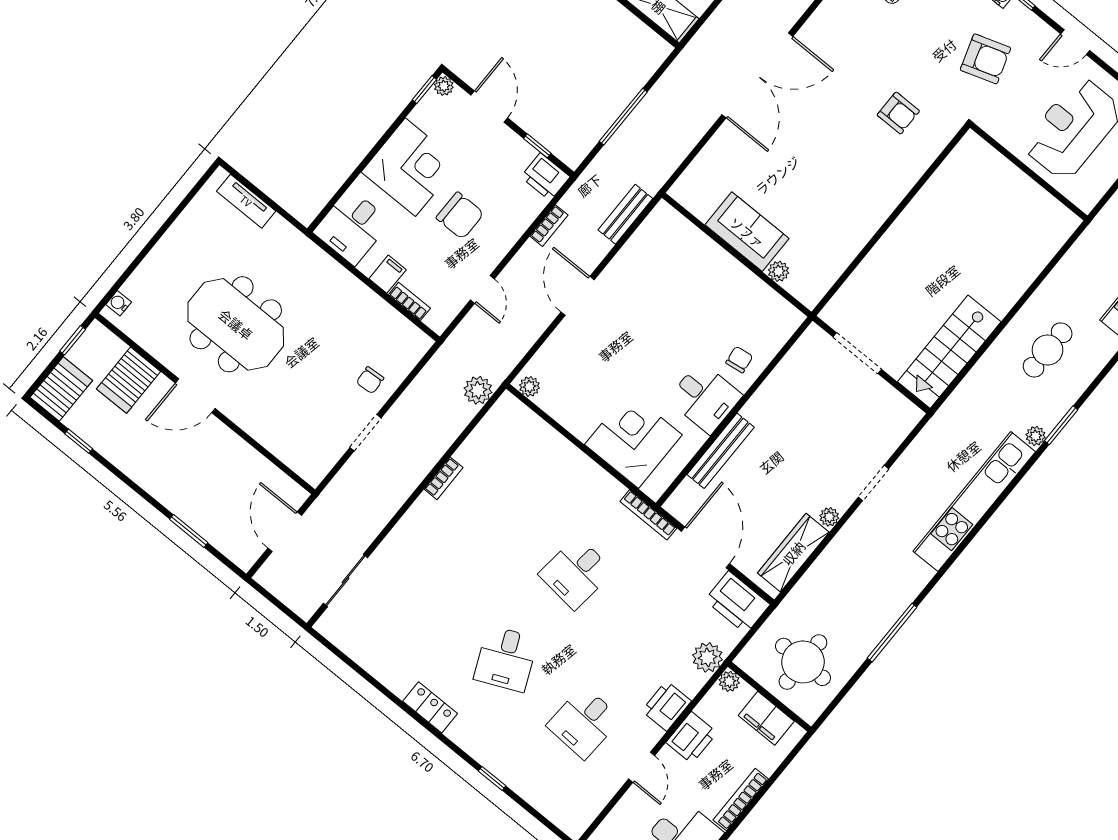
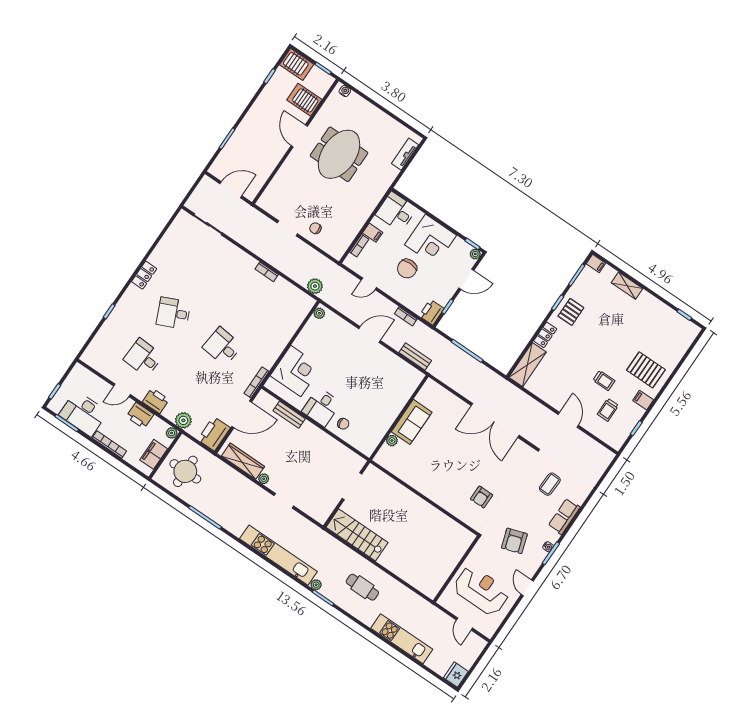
bench: (721, 451) -> (289, 415), width x0.73

